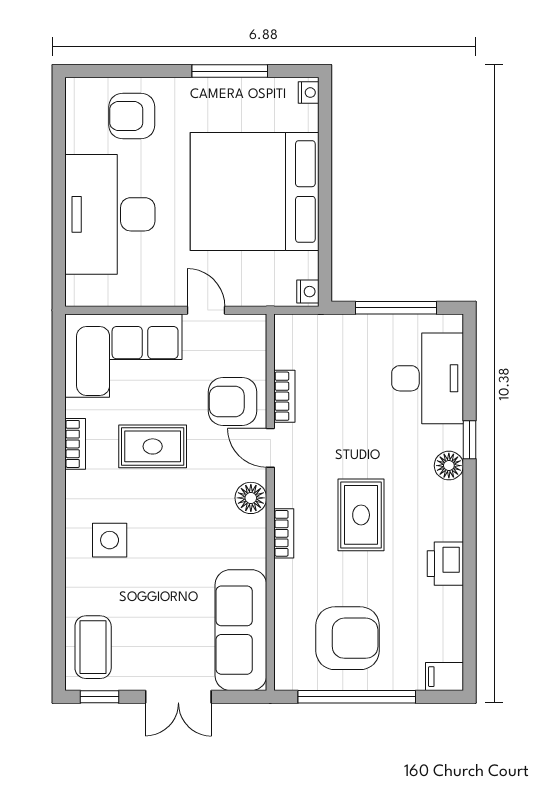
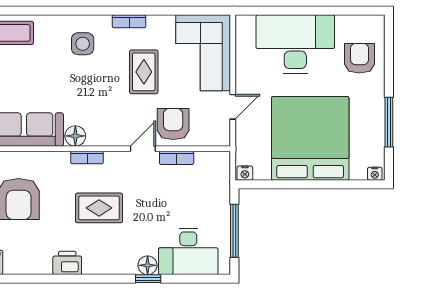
bookcase: (75, 444) -> (129, 21), moved
floor lamp: (449, 466) -> (148, 265), moved
floor lamp: (251, 498) -> (75, 136), moved

